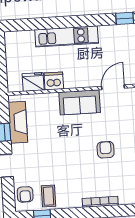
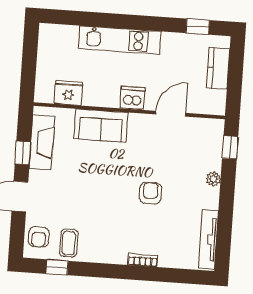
dishwasher: (54, 81) -> (132, 98), moved
sofa: (80, 102) -> (101, 126), moved
bookcase: (100, 202) -> (143, 260), width x0.64

